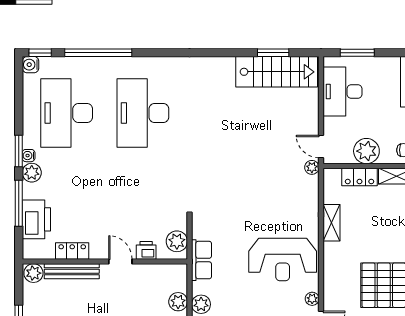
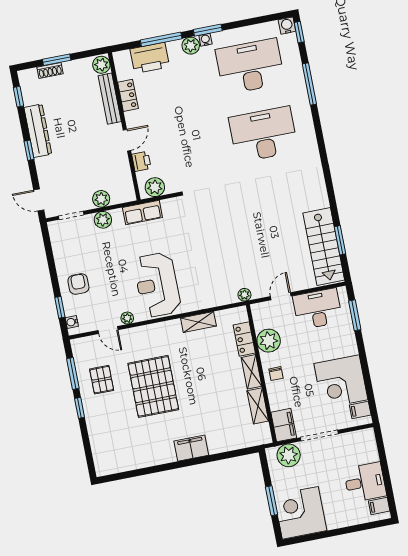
window: (98, 53) -> (309, 84), width x0.68
door: (321, 147) -> (281, 296), moved

